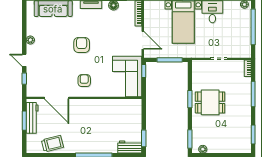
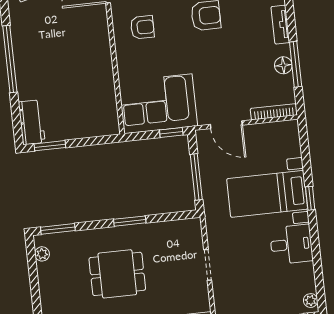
door: (143, 40) -> (226, 125), hinge flipped
dining table: (210, 102) -> (117, 274), moved, turned 90

